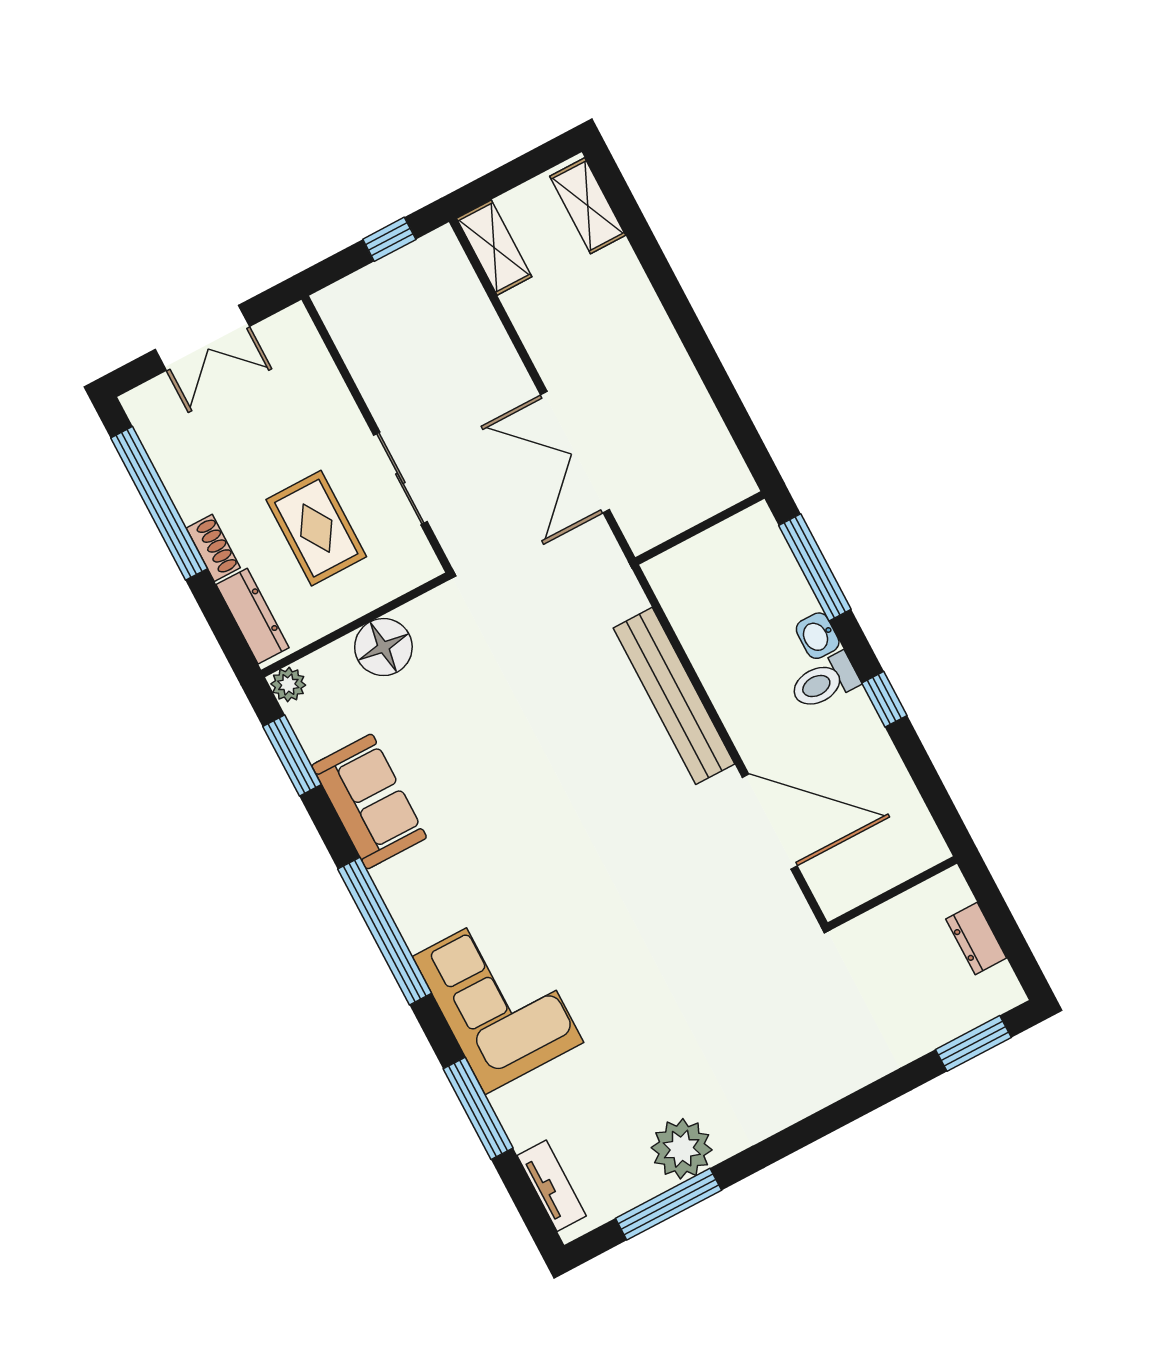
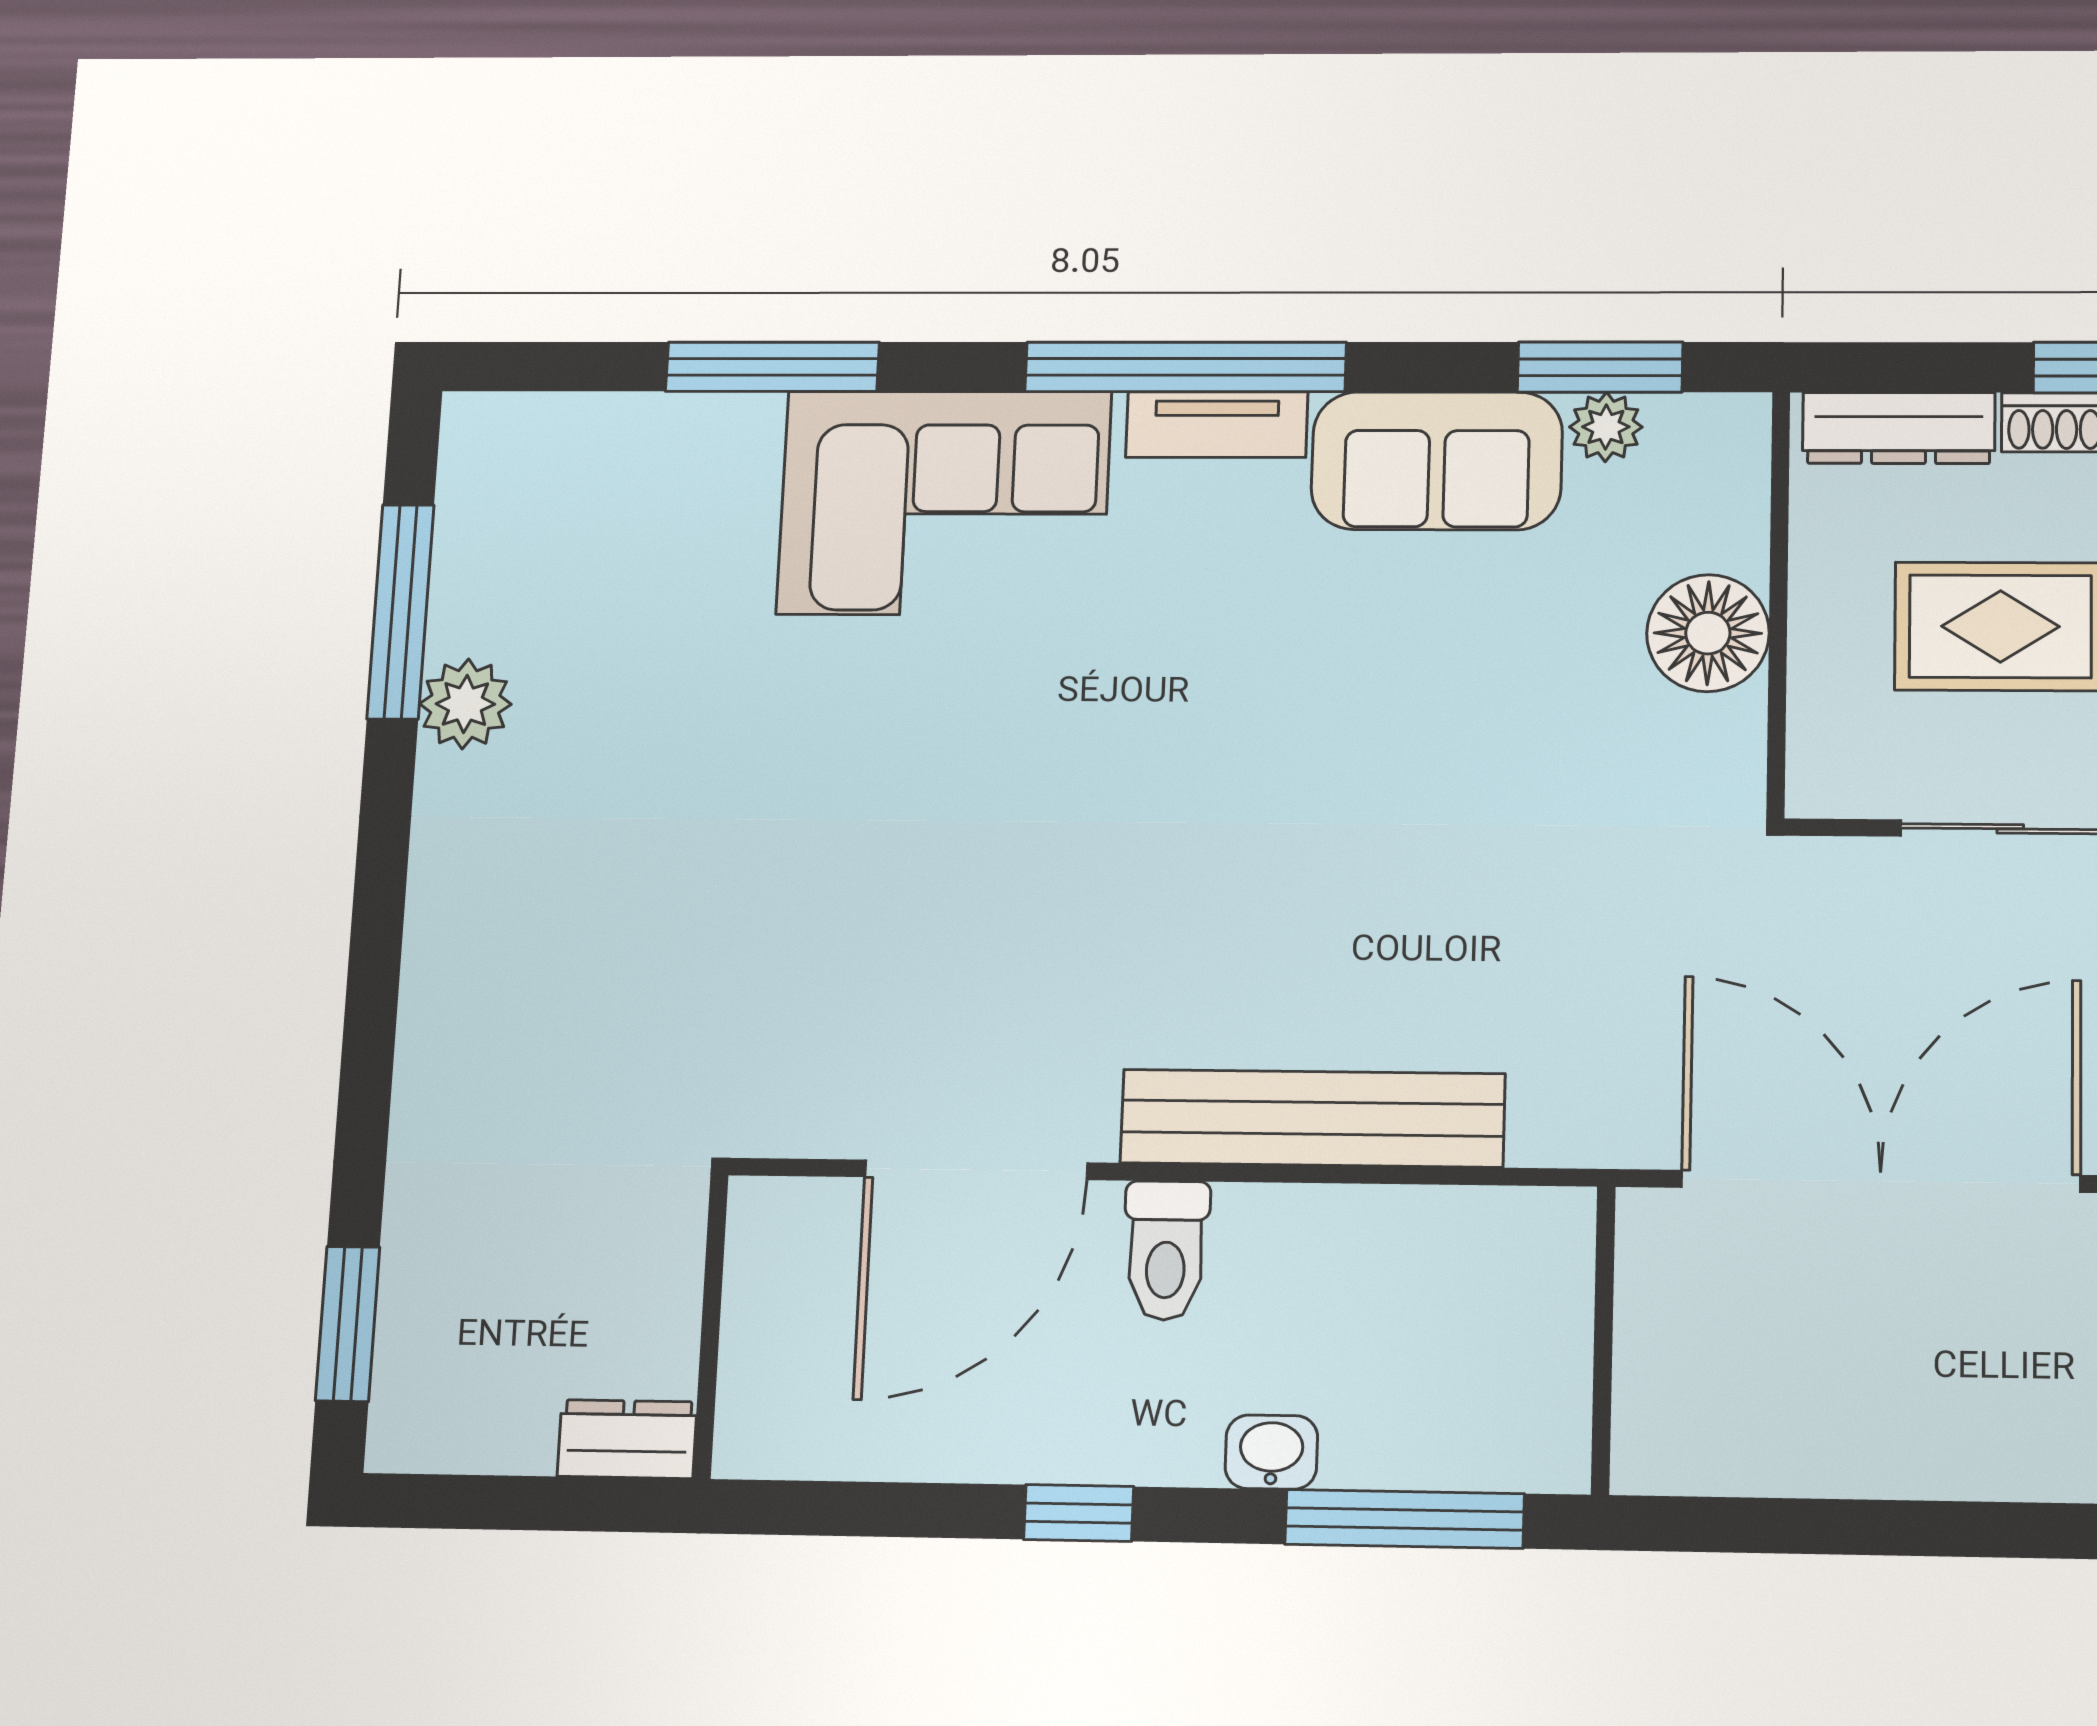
double door: (575, 452) -> (1880, 1181), width x1.36
toilet: (824, 682) -> (1166, 1250), moved, turned 180
plant: (288, 684) -> (1606, 427), moved
dresser: (976, 938) -> (627, 1439), moved
plant: (682, 1149) -> (465, 704), width x0.73, depth x0.73
tv unit: (552, 1186) -> (1217, 425), moved

